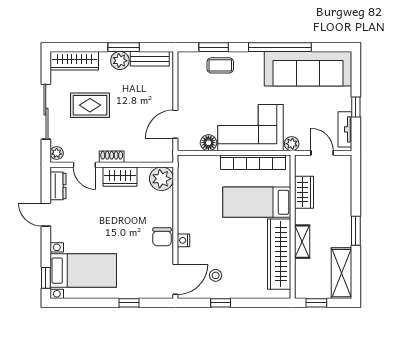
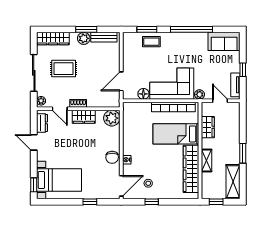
sofa: (308, 69) -> (224, 41), width x0.54, depth x0.79

